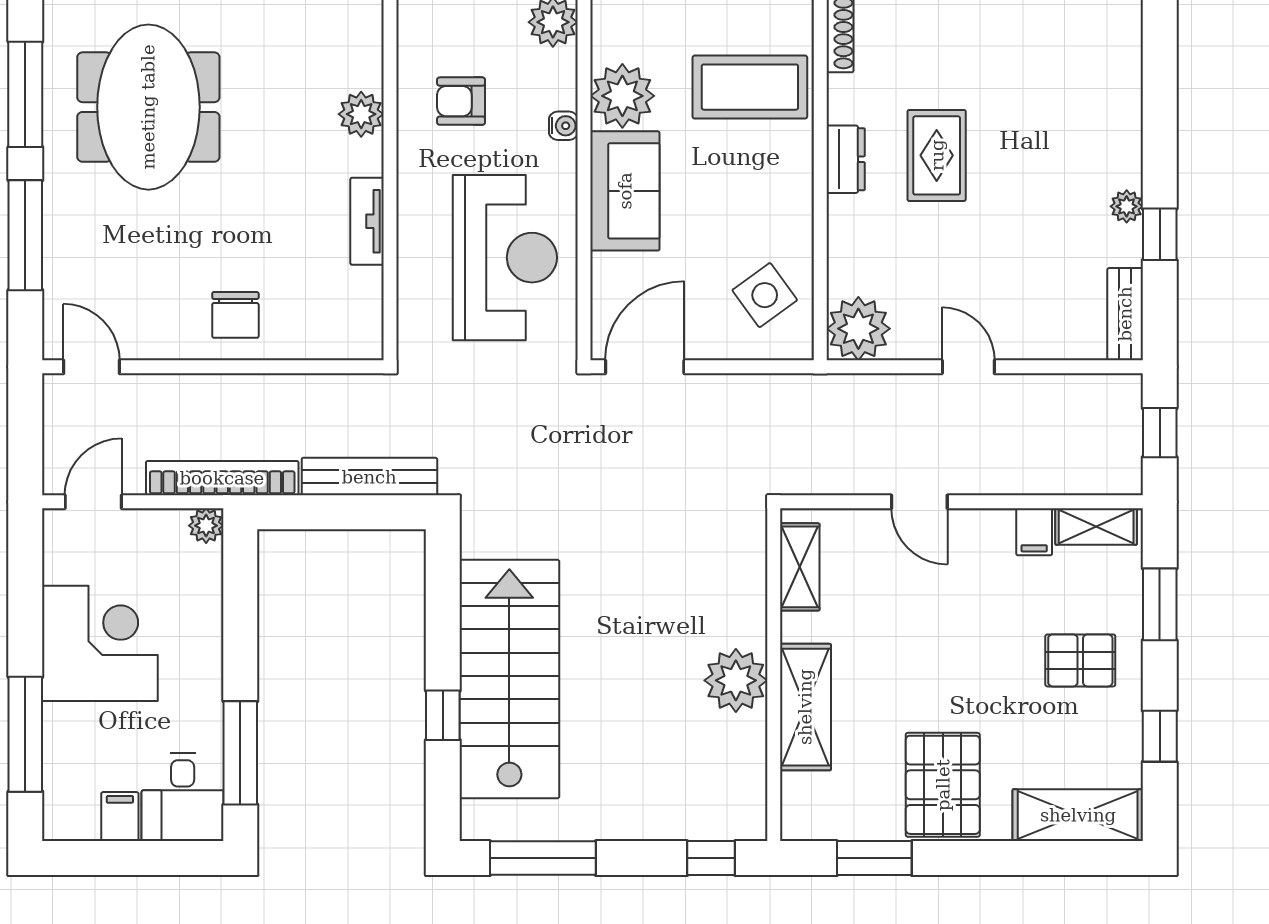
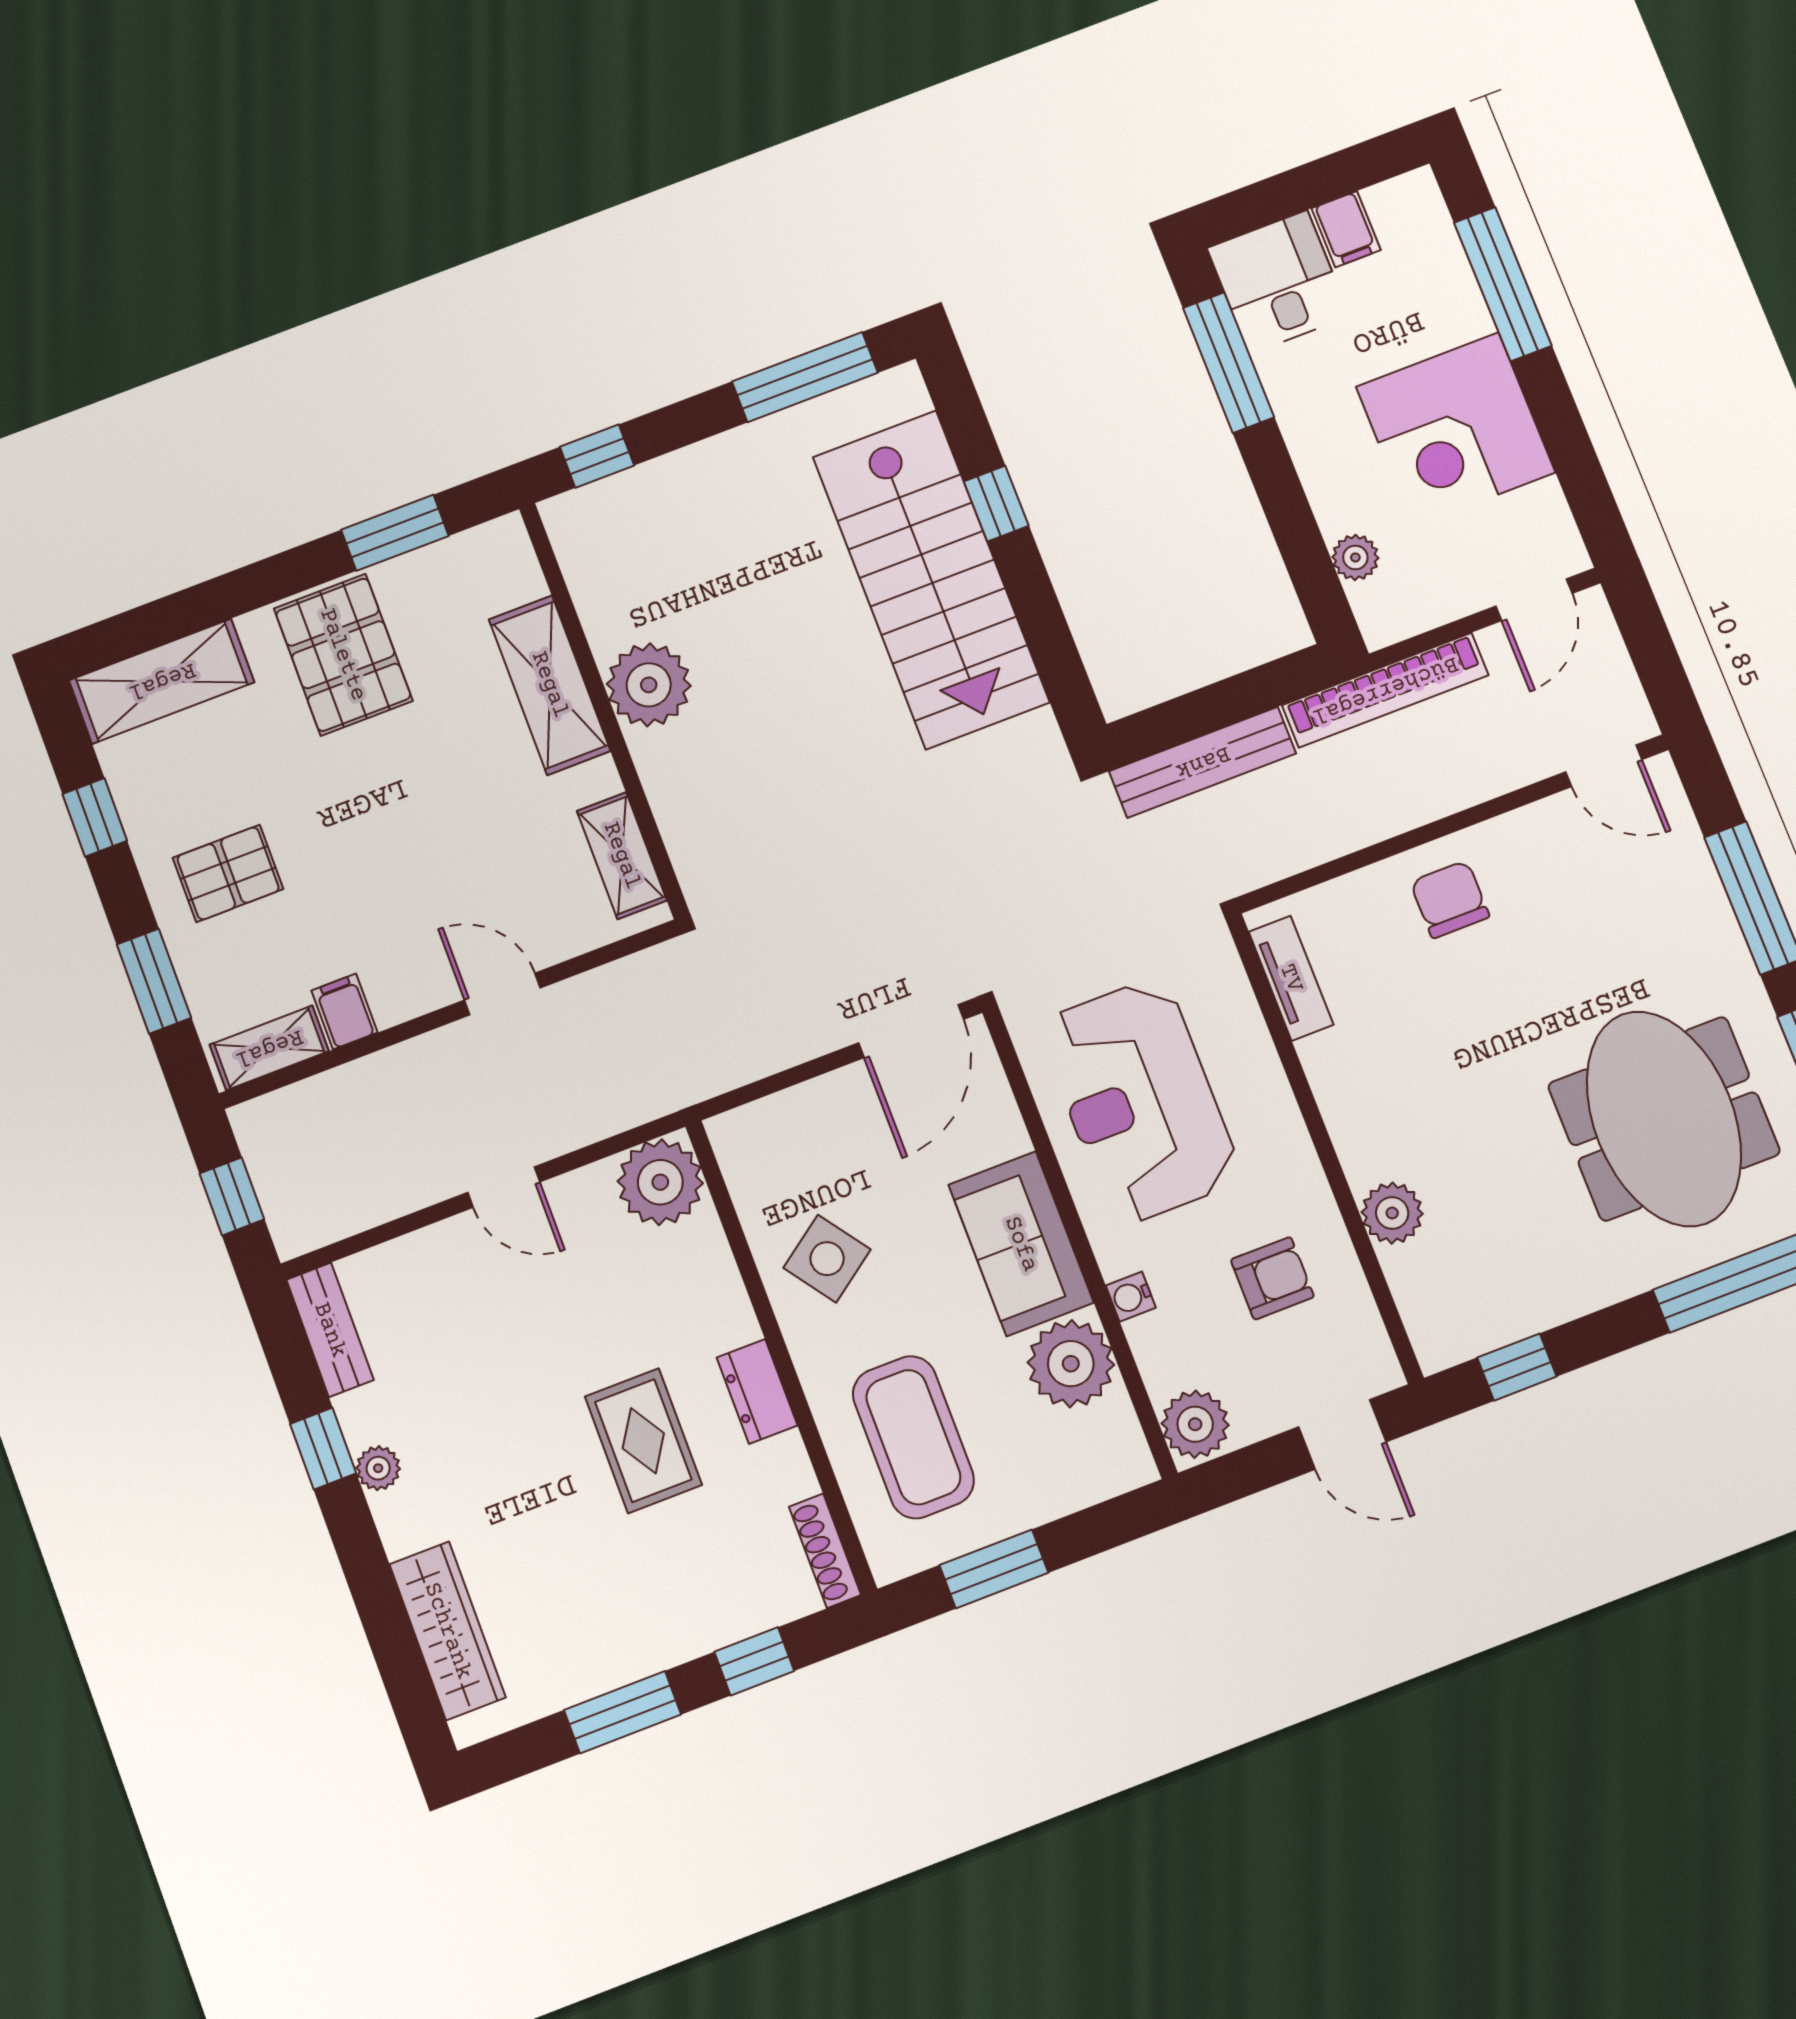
wardrobe: (1119, 77) -> (448, 1631), added
coffee table: (750, 87) -> (913, 1437), turned 90
tv unit: (367, 221) -> (1291, 978), moved
side table: (765, 295) -> (827, 1259), moved
plant: (206, 526) -> (1355, 557), moved

